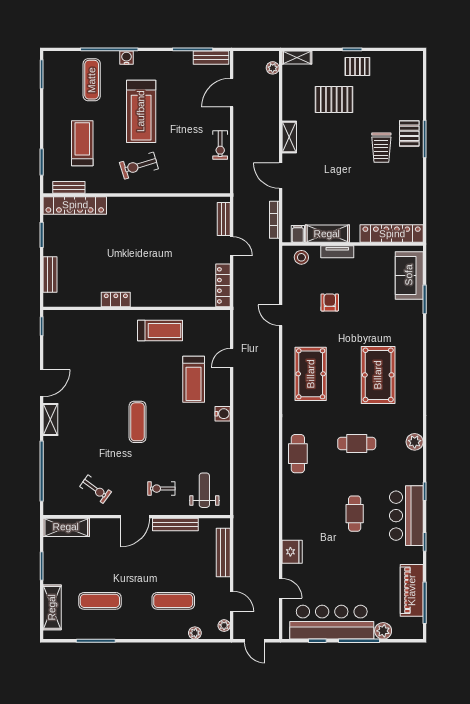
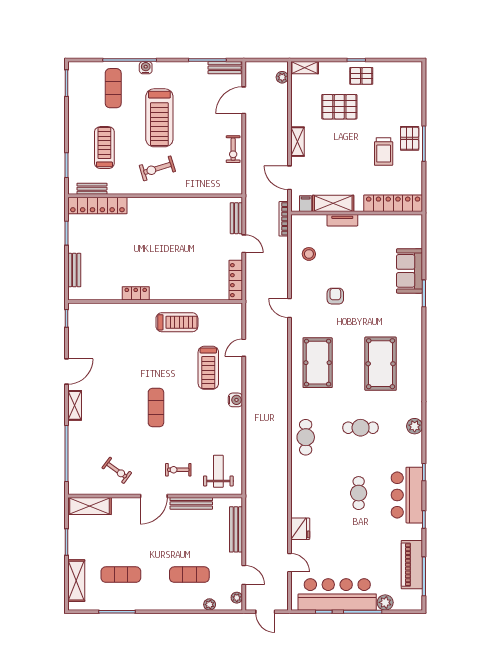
filing cabinet: (298, 234) -> (306, 204), moved
shelving: (327, 234) -> (333, 203), moved
locker: (392, 234) -> (393, 203), moved
wall: (353, 244) -> (357, 213), moved
tv unit: (337, 252) -> (342, 220), moved

